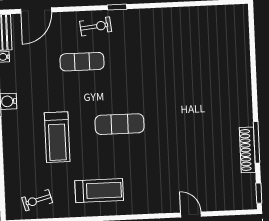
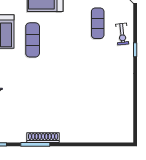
exercise mat: (120, 124) -> (33, 40), moved
shoe rack: (247, 150) -> (43, 138), moved

